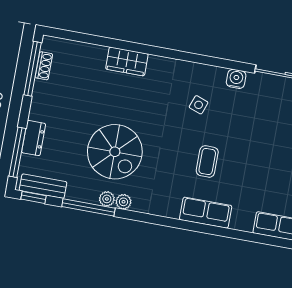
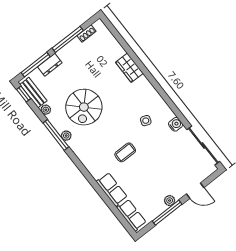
window: (33, 69) -> (68, 39), moved
plant: (107, 199) -> (46, 110), moved
window: (88, 207) -> (56, 135), moved
row of seats: (206, 213) -> (112, 189), moved

